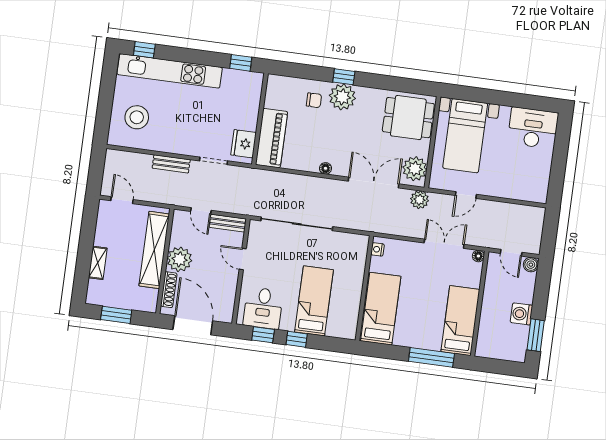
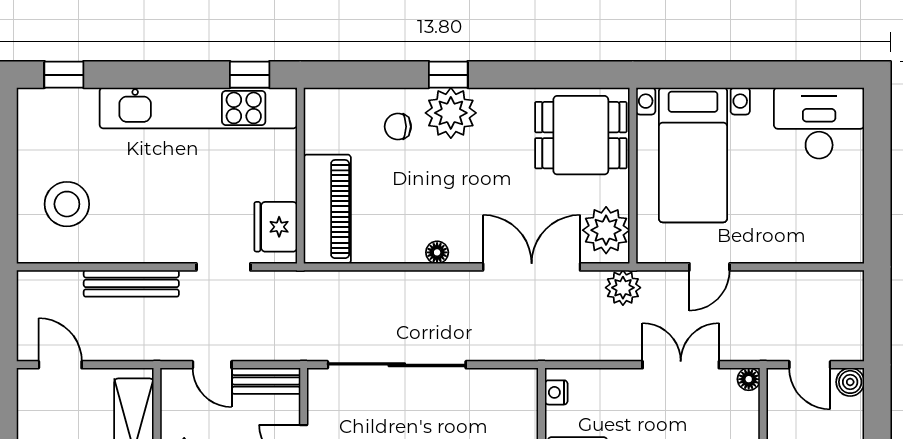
kitchen unit: (170, 71) -> (198, 108), moved
chair: (314, 100) -> (398, 127), turned 180
bench: (171, 164) -> (131, 283), width x1.36

